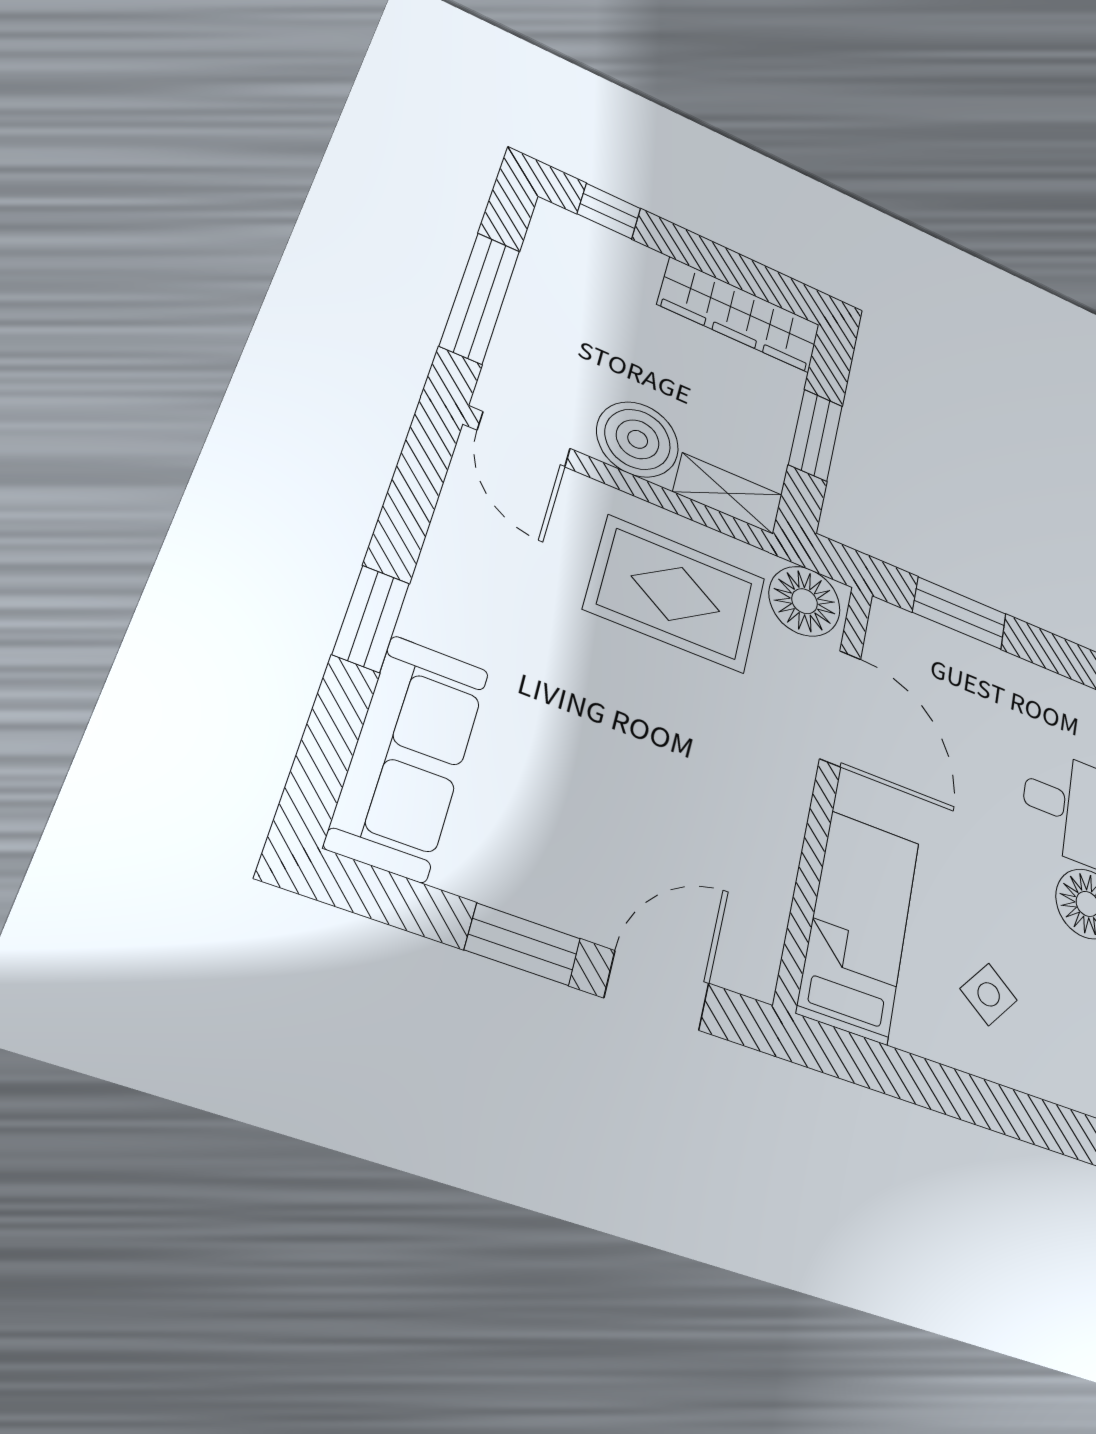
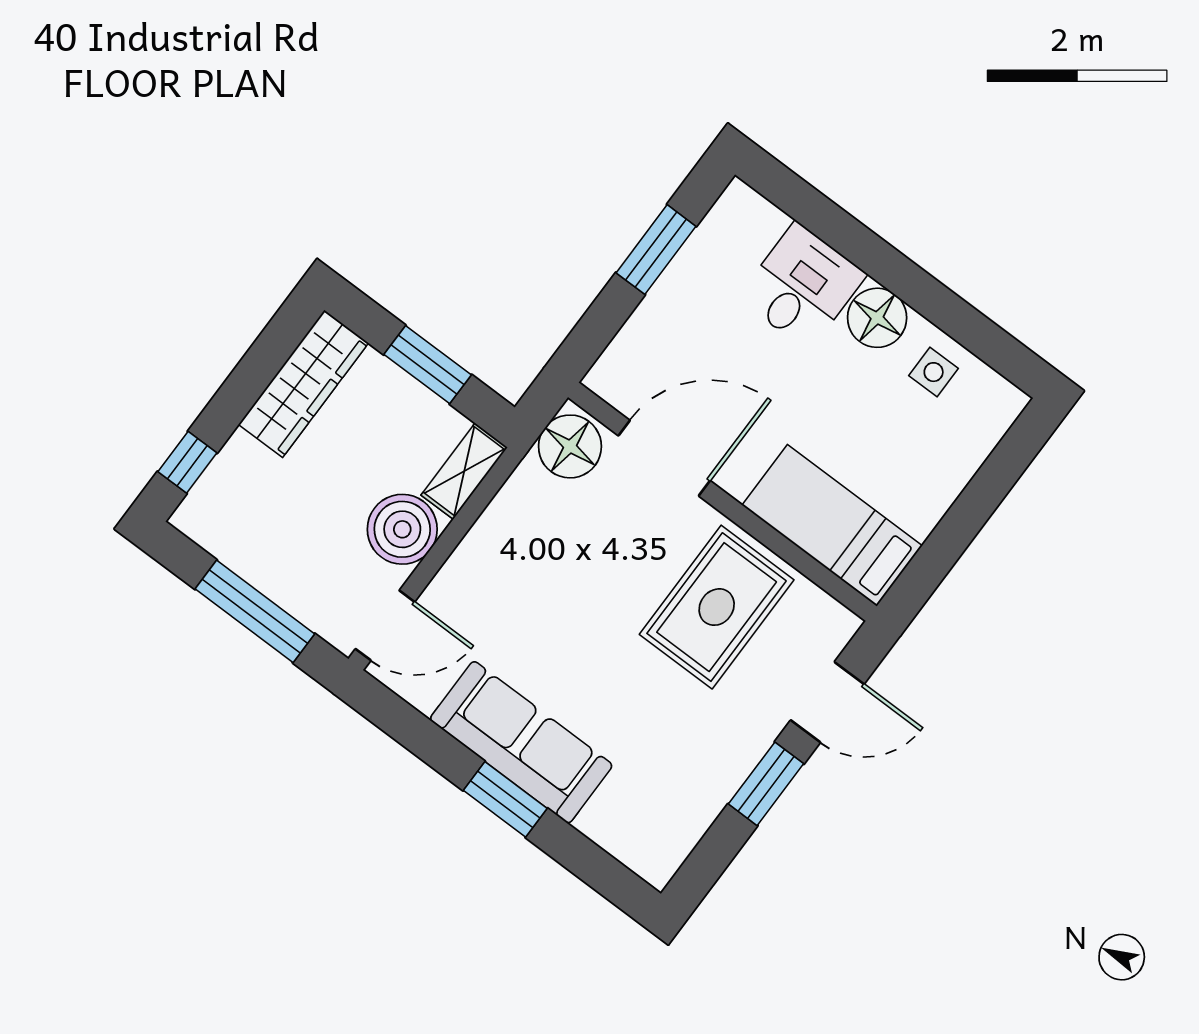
rug: (676, 594) -> (717, 607), moved
window: (960, 613) -> (656, 250), moved
sofa: (408, 757) -> (521, 742), moved
door: (657, 990) -> (827, 702), swing flipped
side table: (989, 994) -> (934, 372), moved, turned -37

